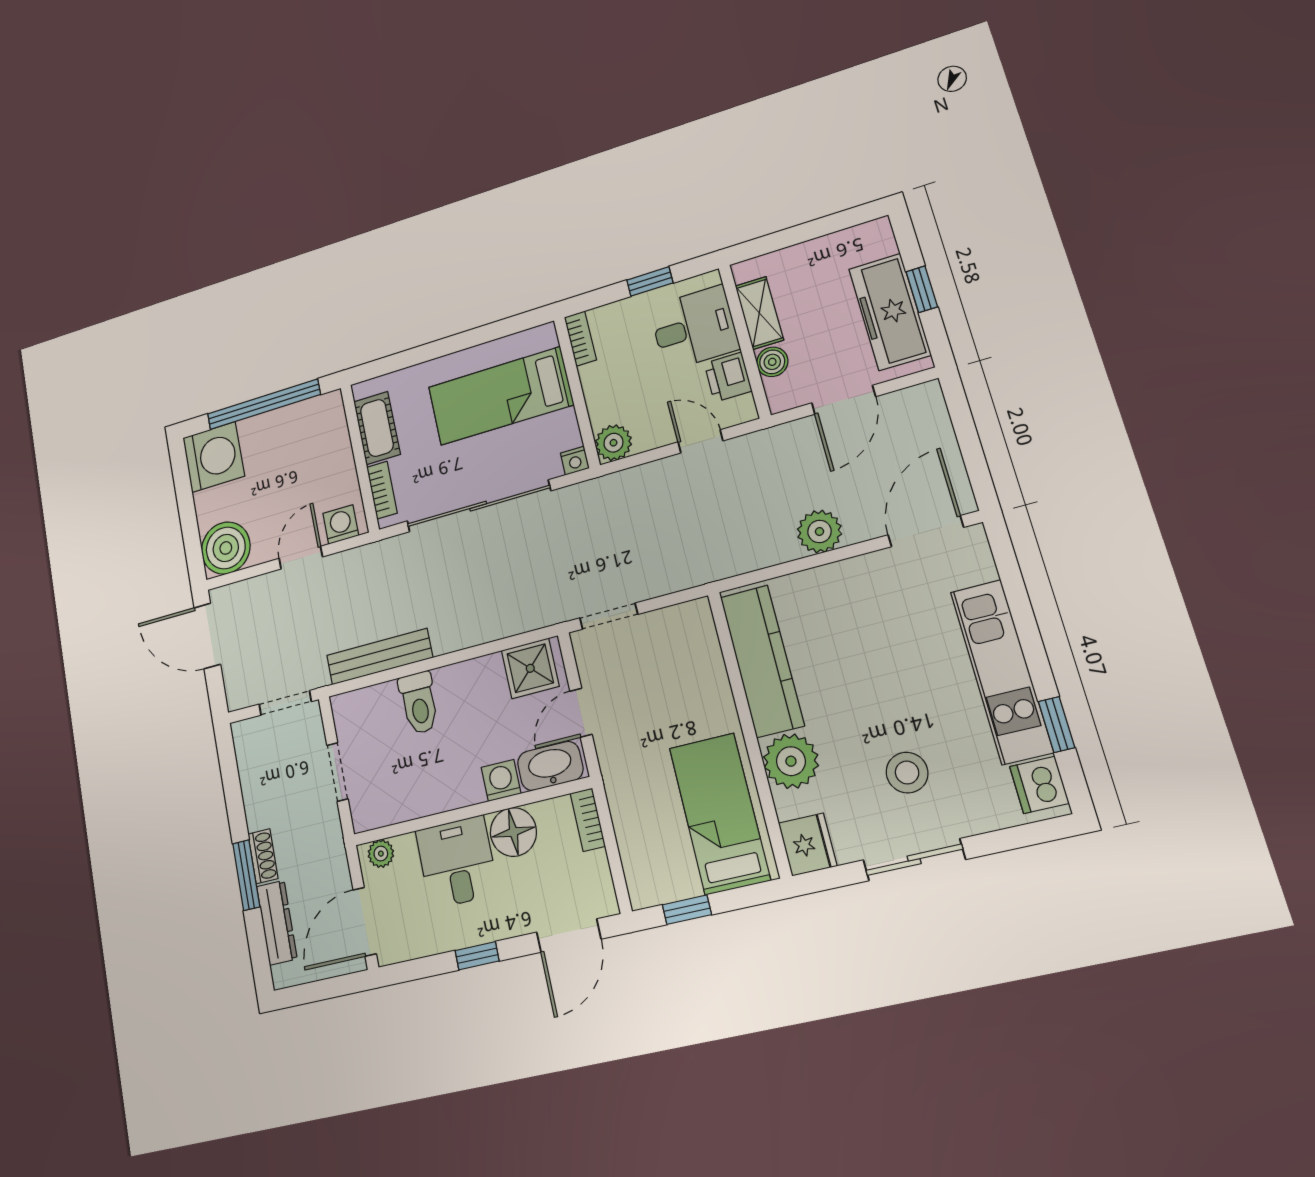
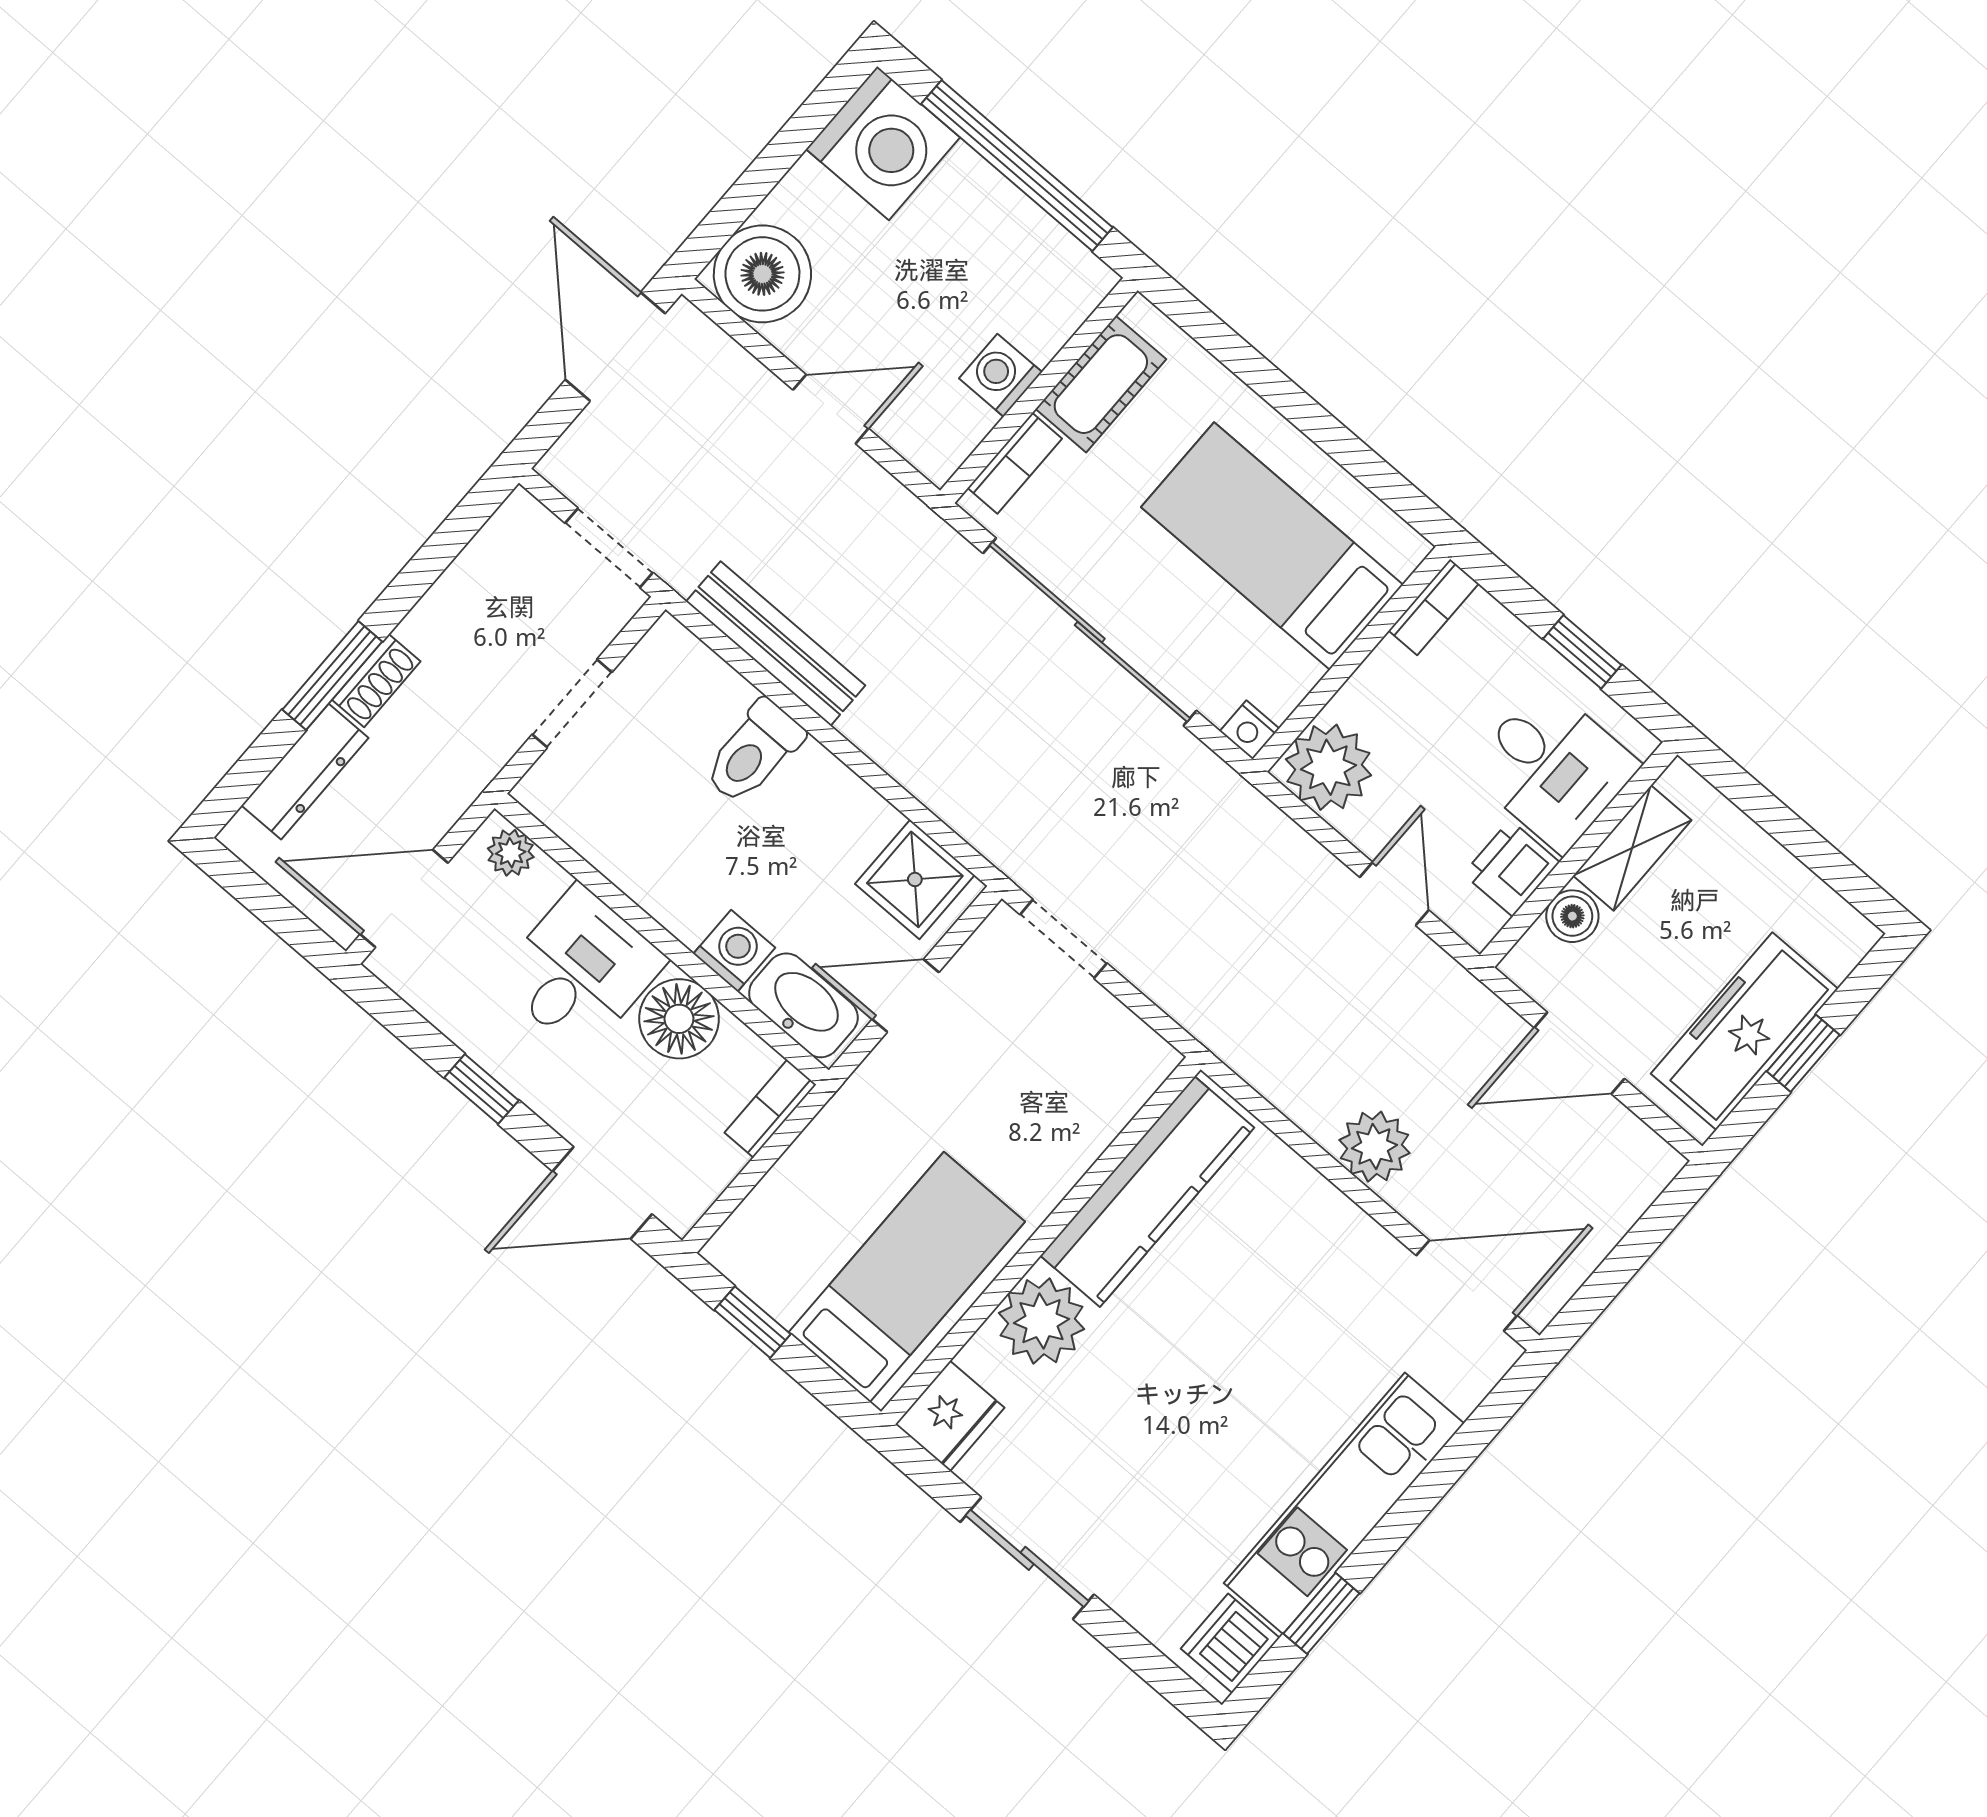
plant: (613, 443) -> (1328, 767), width x1.36, depth x1.36
washing machine: (341, 524) -> (1001, 375), moved, turned -90
stool: (907, 773) -> (1132, 1476), removed

